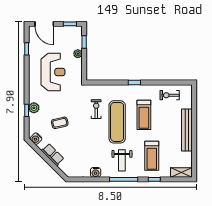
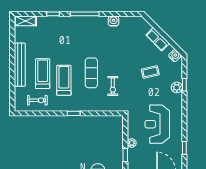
exercise mat: (117, 122) -> (91, 73), width x0.73, depth x0.69
treadmill: (152, 156) -> (43, 74), moved
weight bench: (122, 160) -> (86, 33), removed

